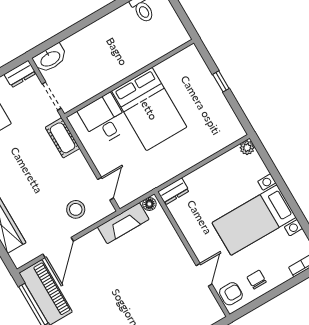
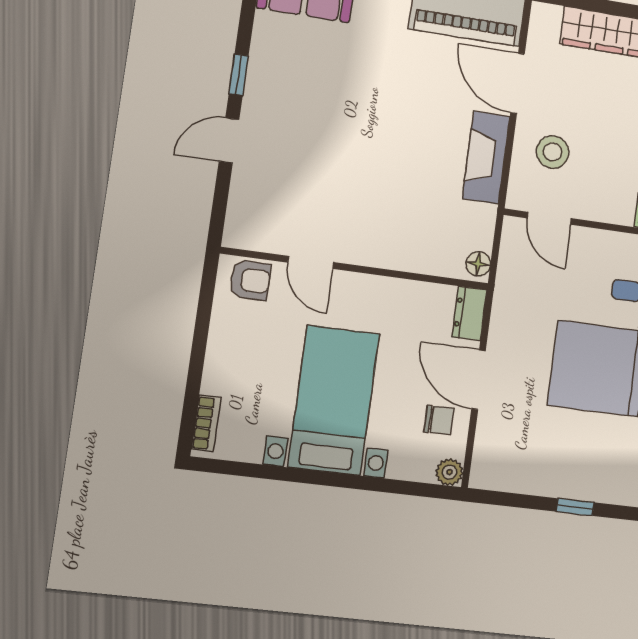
door: (199, 165) -> (479, 380), added
fireplace: (123, 223) -> (486, 157), moved
chair: (257, 280) -> (439, 420), moved
armchair: (231, 294) -> (250, 280), turned -90

